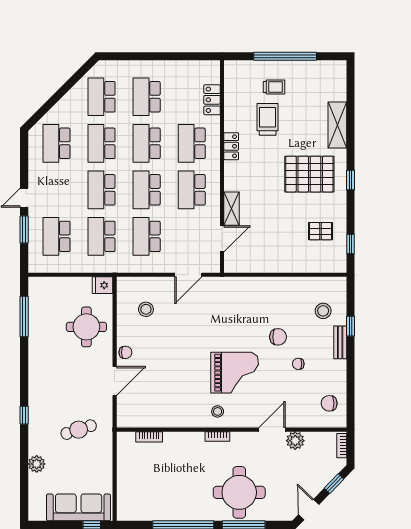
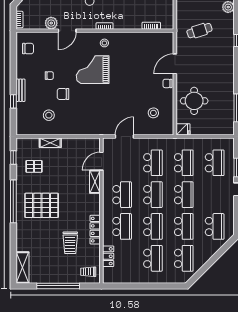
trolley: (274, 87) -> (88, 272), moved
shelving: (337, 125) -> (22, 267), moved
locker: (231, 146) -> (95, 230), width x1.53
window: (350, 180) -> (13, 201), width x3.17
shelving: (297, 266) -> (50, 143), added
stool: (323, 311) -> (49, 115), moved

